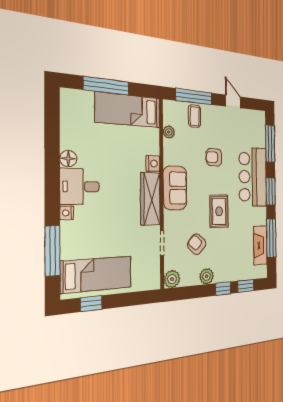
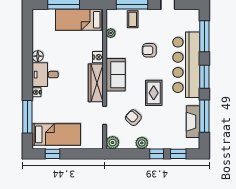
bar counter: (253, 177) -> (186, 65), width x1.36

